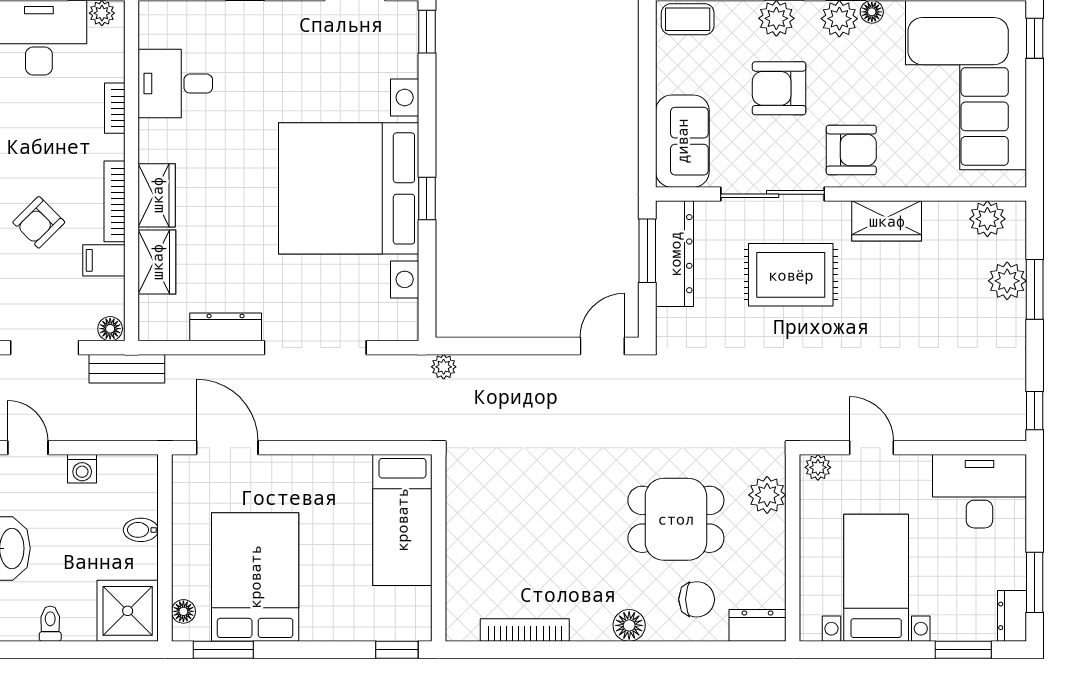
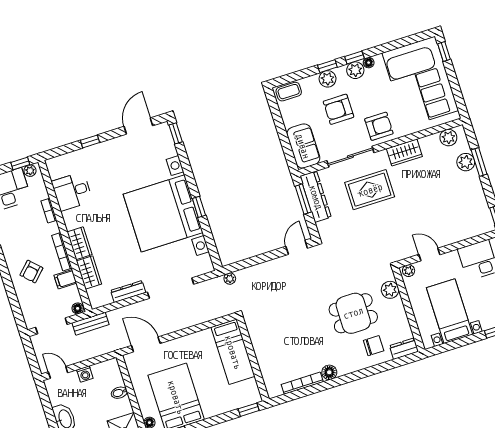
floor lamp: (629, 625) -> (329, 372), moved

